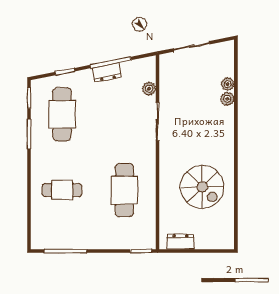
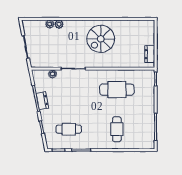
cafe table: (62, 114) -> (69, 129), width x0.73, depth x0.74
spiral stairs: (202, 187) -> (101, 39), moved, turned 180

